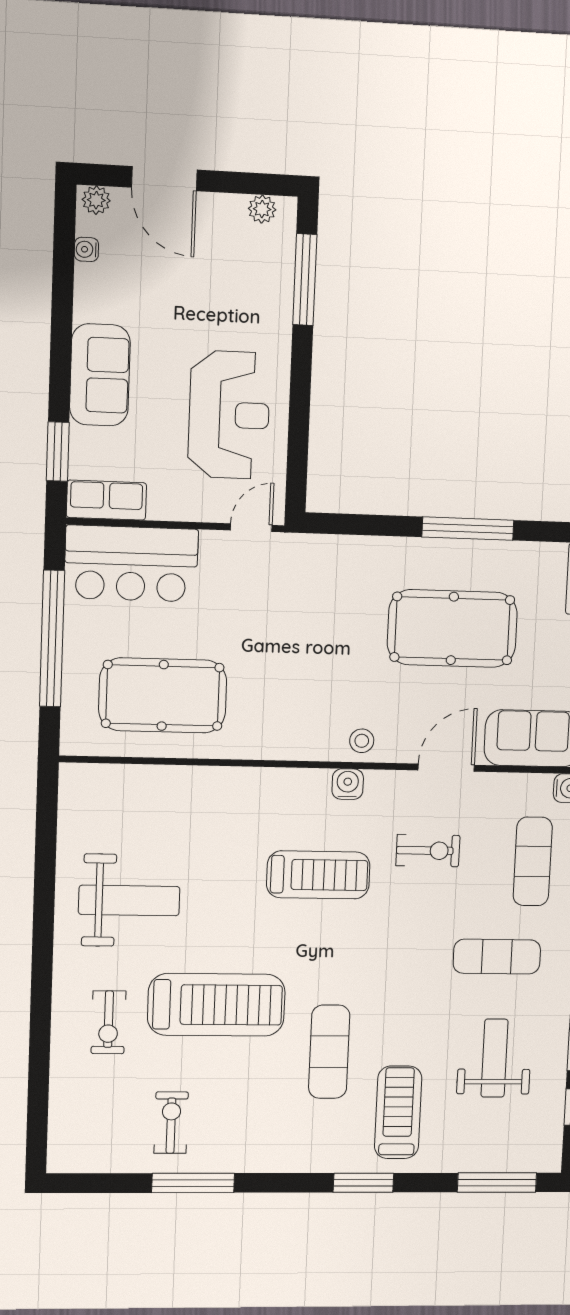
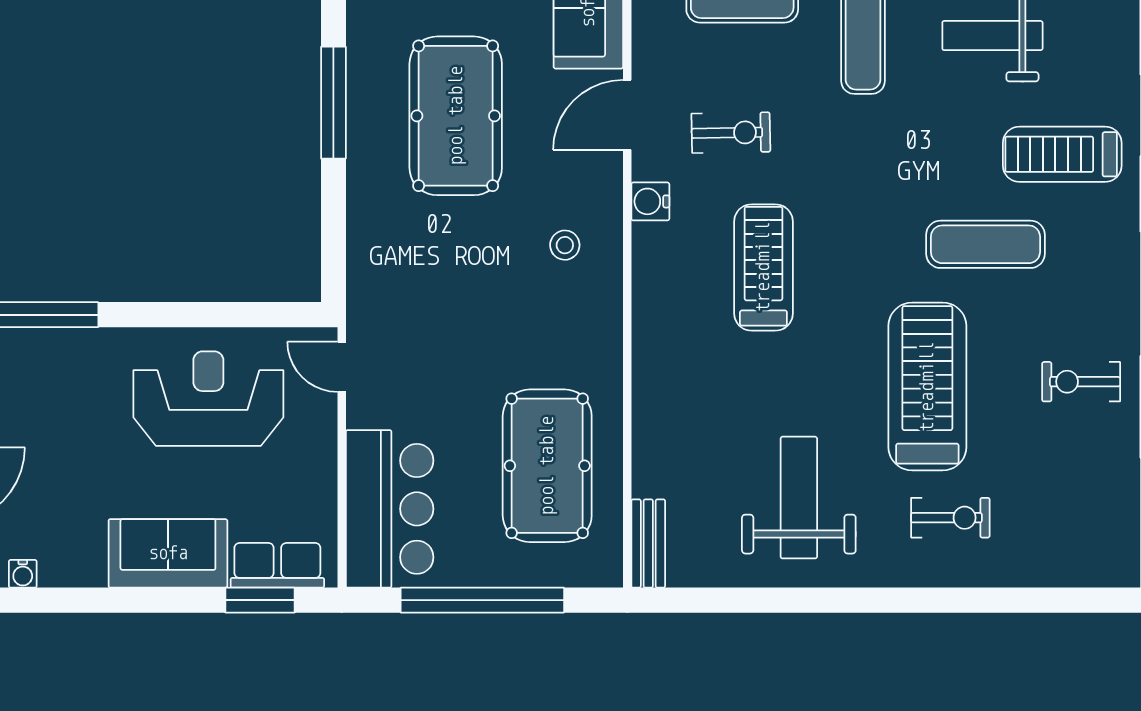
row of seats: (106, 500) -> (277, 565), moved, turned 90
stool: (362, 741) -> (565, 245), moved
door: (446, 768) -> (627, 115), hinge flipped
bench: (95, 777) -> (648, 544), added
water cooler: (348, 784) -> (650, 201), moved
exercise bike: (428, 851) -> (731, 133), turned 89
exercise bike: (171, 1123) -> (1081, 382), moved

